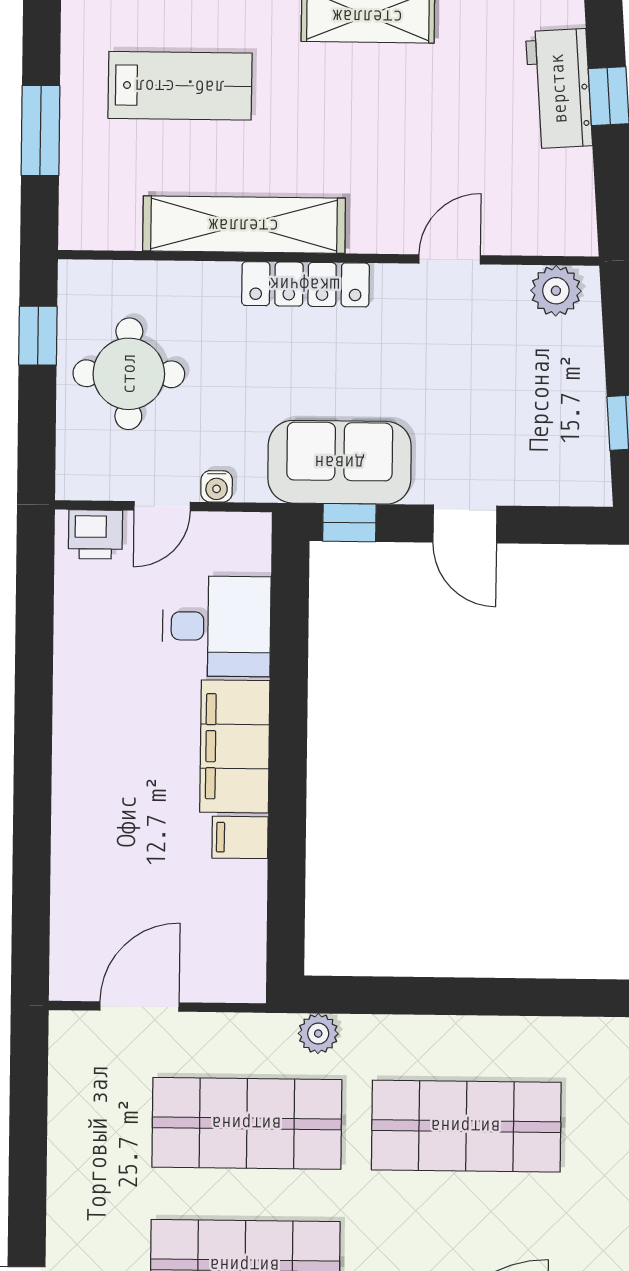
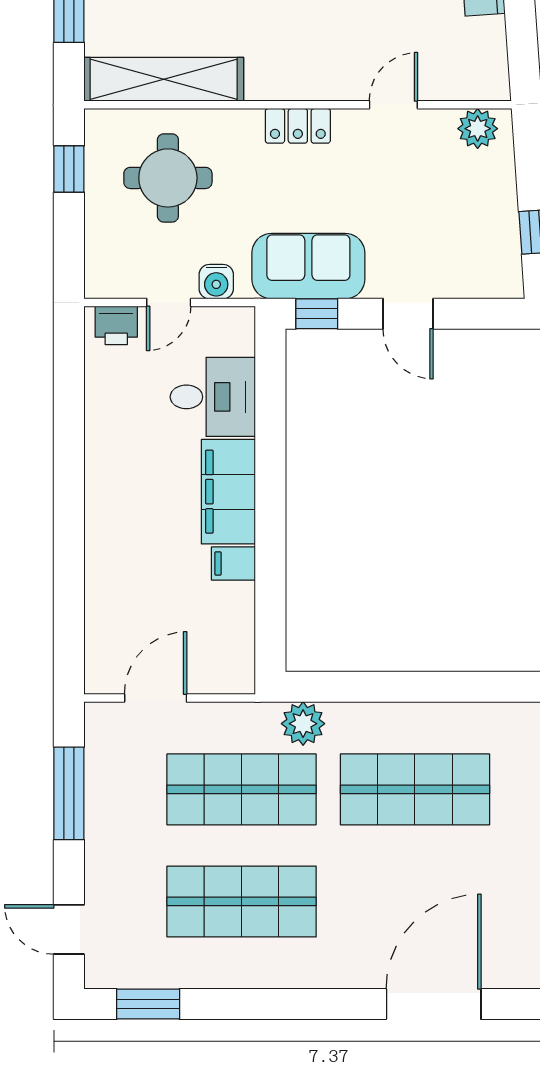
shelving: (244, 225) -> (164, 79), moved
locker: (305, 284) -> (298, 126), width x0.66
round table: (129, 374) -> (168, 178), moved
water cooler: (217, 486) -> (216, 282), width x1.38, depth x1.38
plant: (318, 1034) -> (303, 724), width x1.38, depth x1.38
window: (28, 1126) -> (69, 793), added

